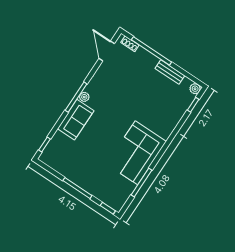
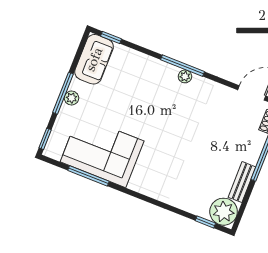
plant: (195, 89) -> (224, 212), width x1.87, depth x1.87
sofa: (76, 120) -> (94, 59), moved, turned -90
corner sofa: (137, 153) -> (102, 151), moved
plant: (82, 183) -> (71, 98), added

